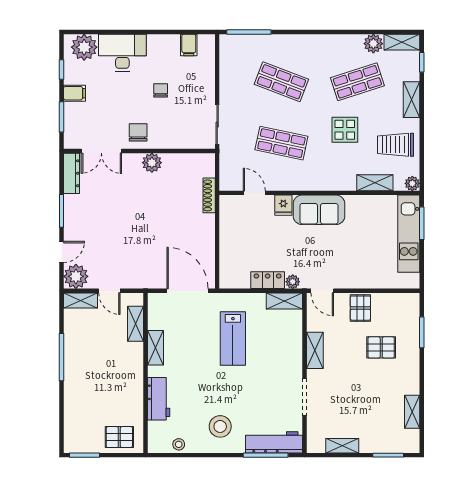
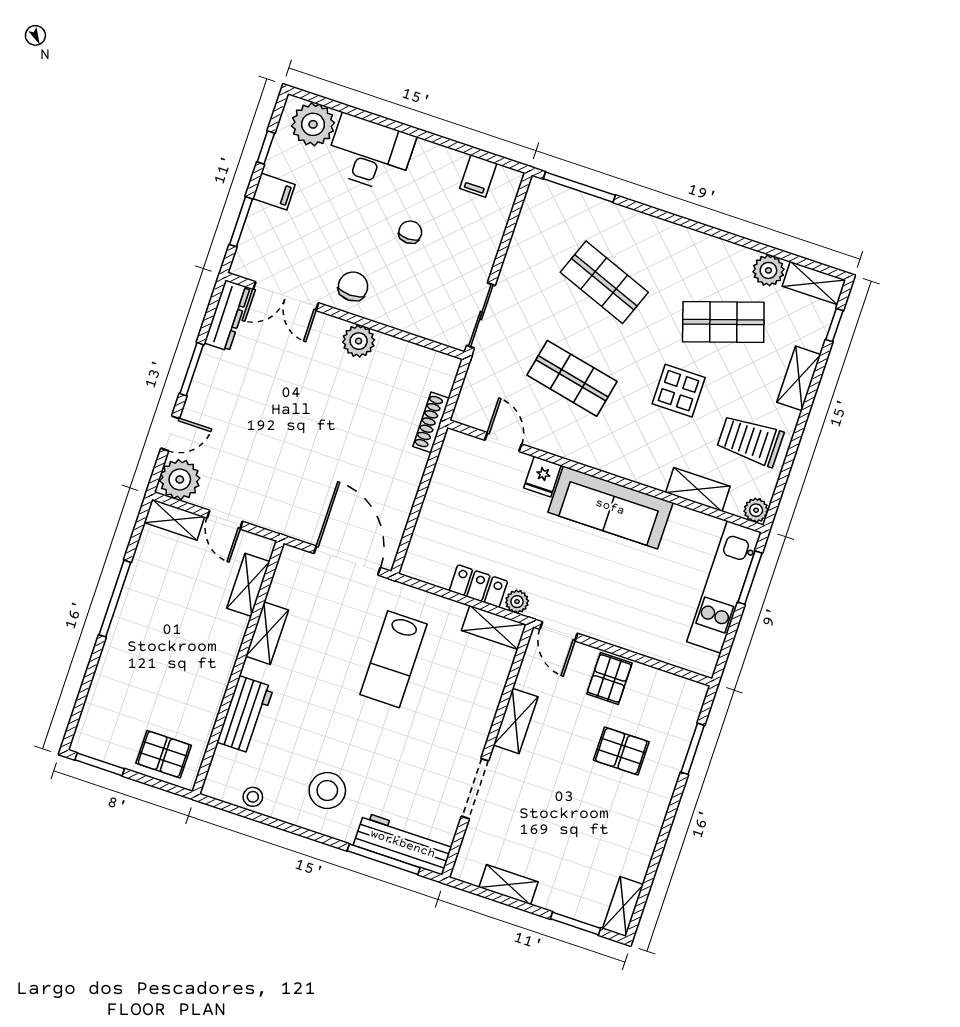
sofa: (319, 210) -> (610, 507), width x1.36
shelving: (412, 412) -> (623, 907), moved

